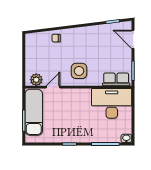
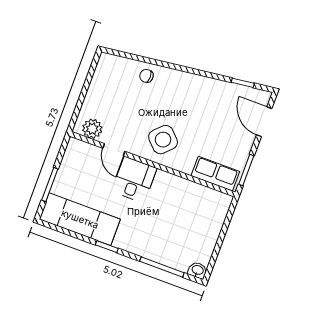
side table: (79, 71) -> (163, 140), turned 45
door: (53, 87) -> (114, 150), swing flipped
desk: (112, 103) -> (134, 180), moved, width x0.53, depth x0.77
exam couch: (34, 112) -> (80, 219), moved, turned -90

